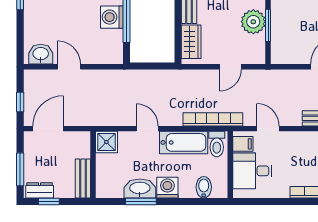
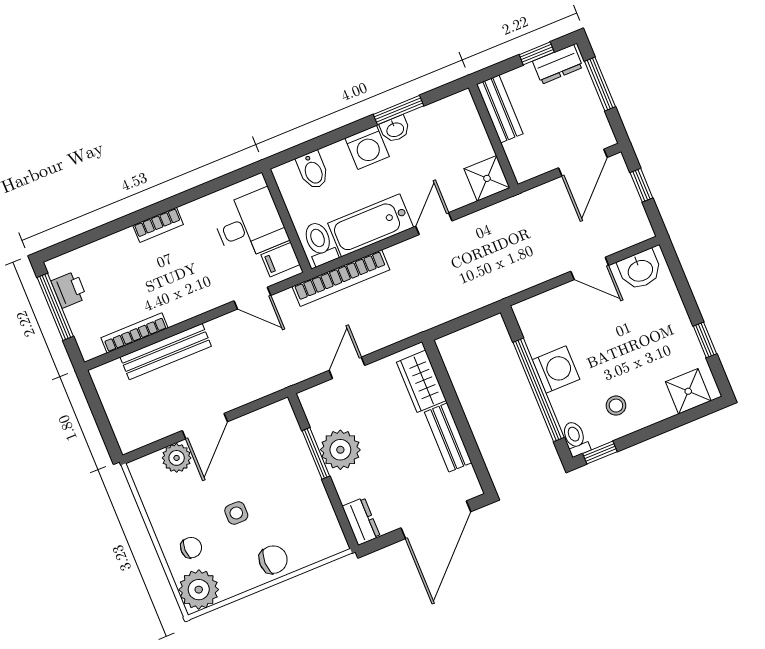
door: (147, 129) -> (434, 224), swing flipped
washbasin: (140, 189) -> (395, 129), width x0.52, depth x0.69

